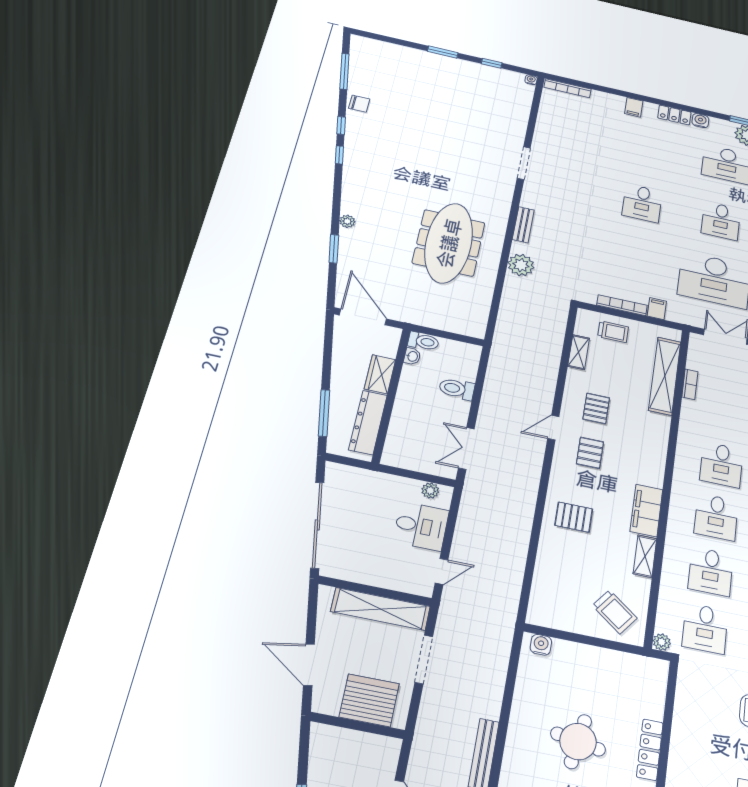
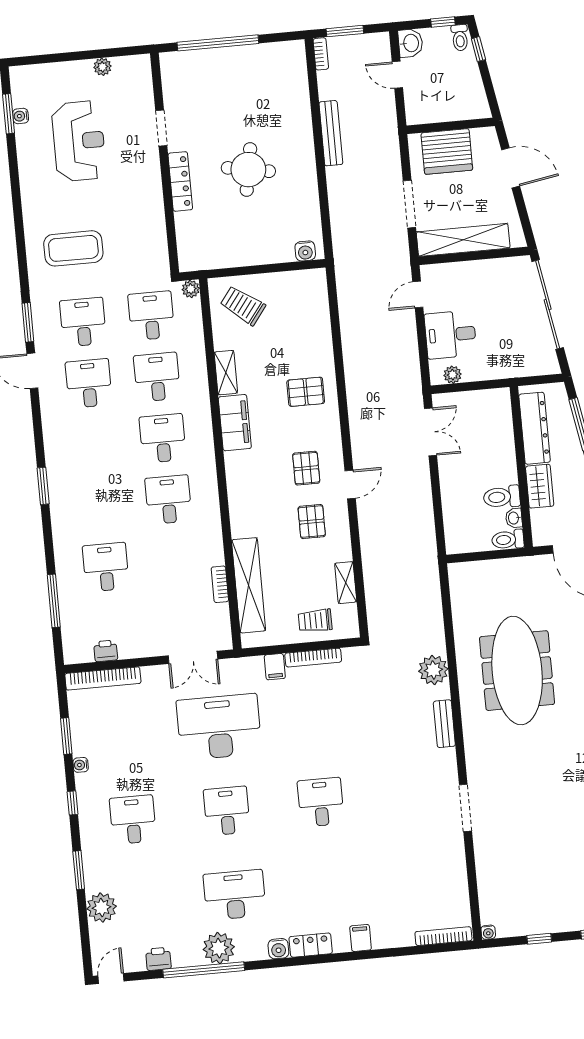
toilet: (457, 389) -> (502, 497), moved, turned 180

